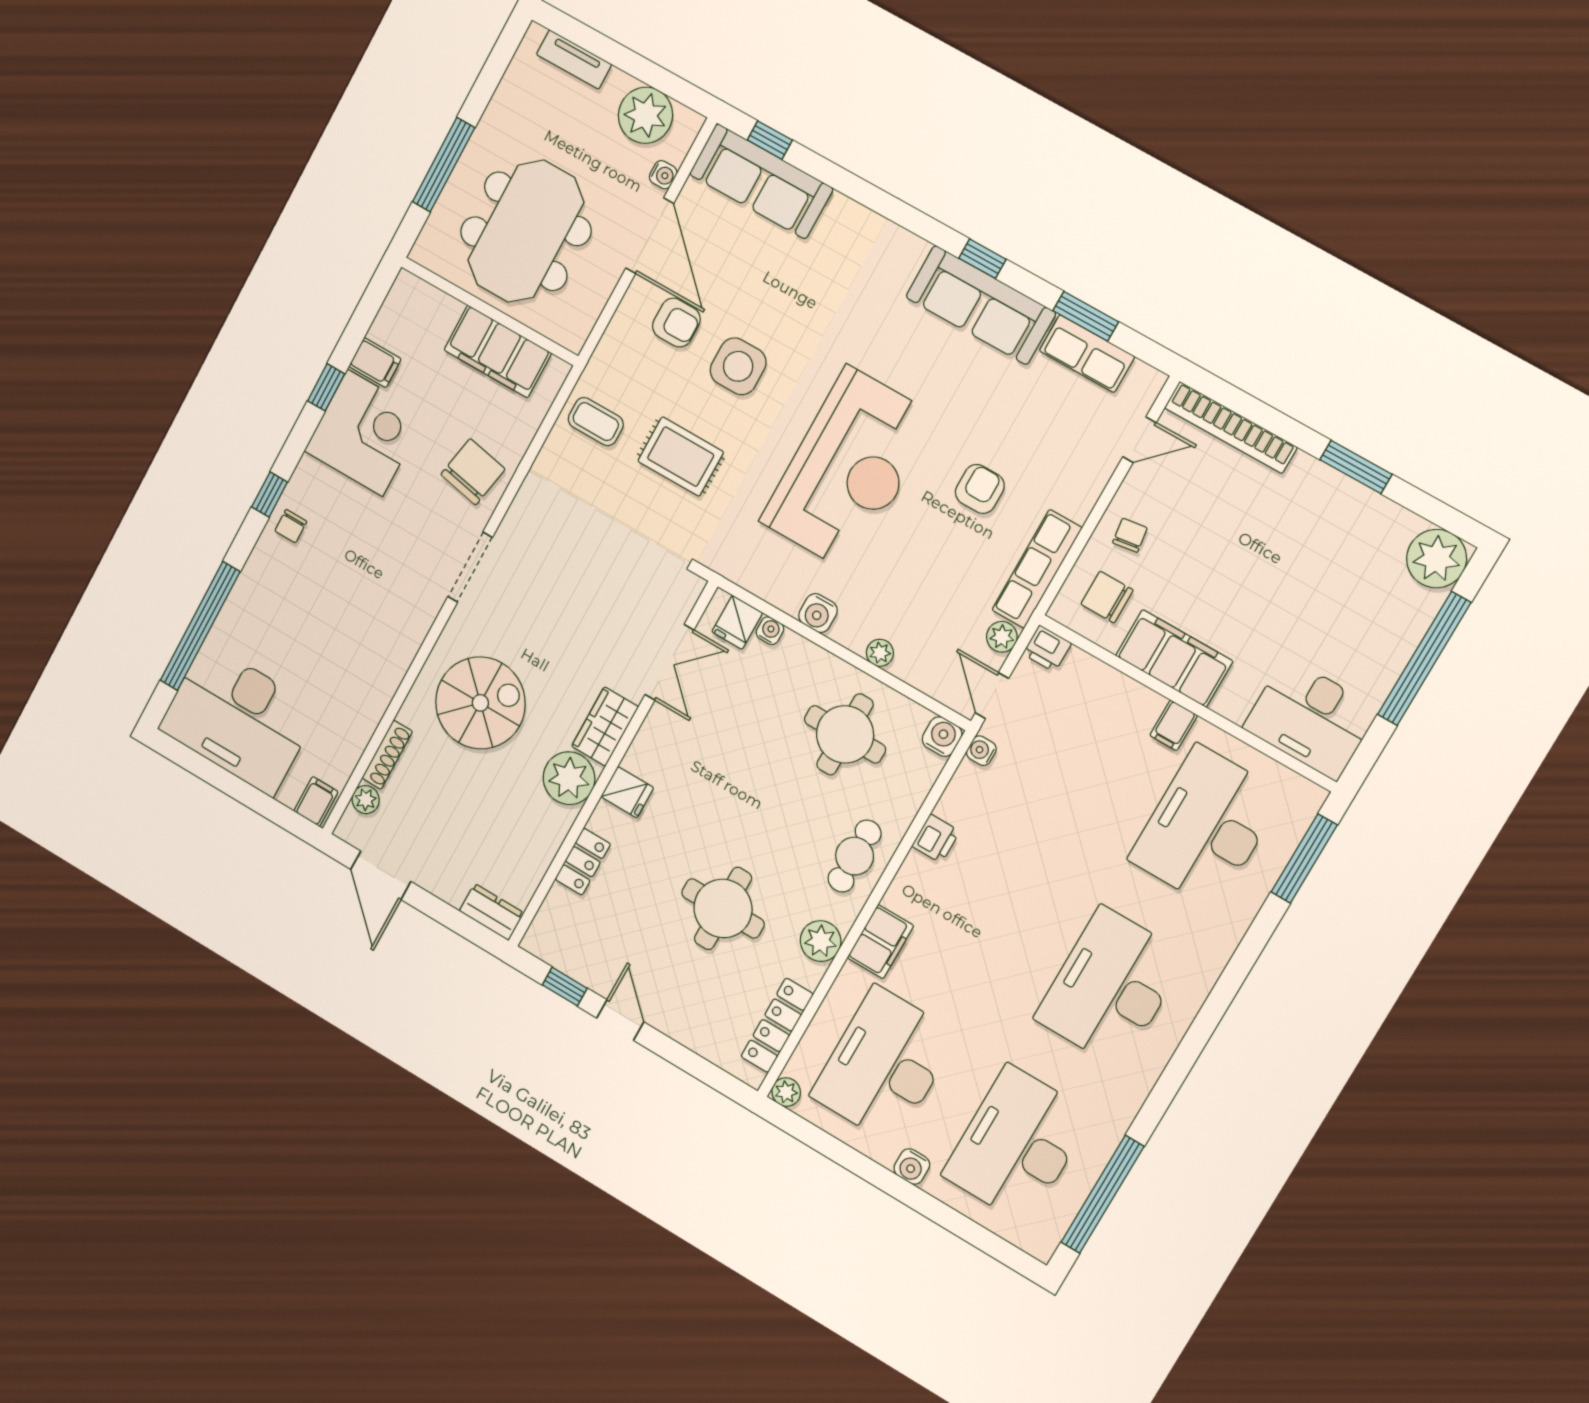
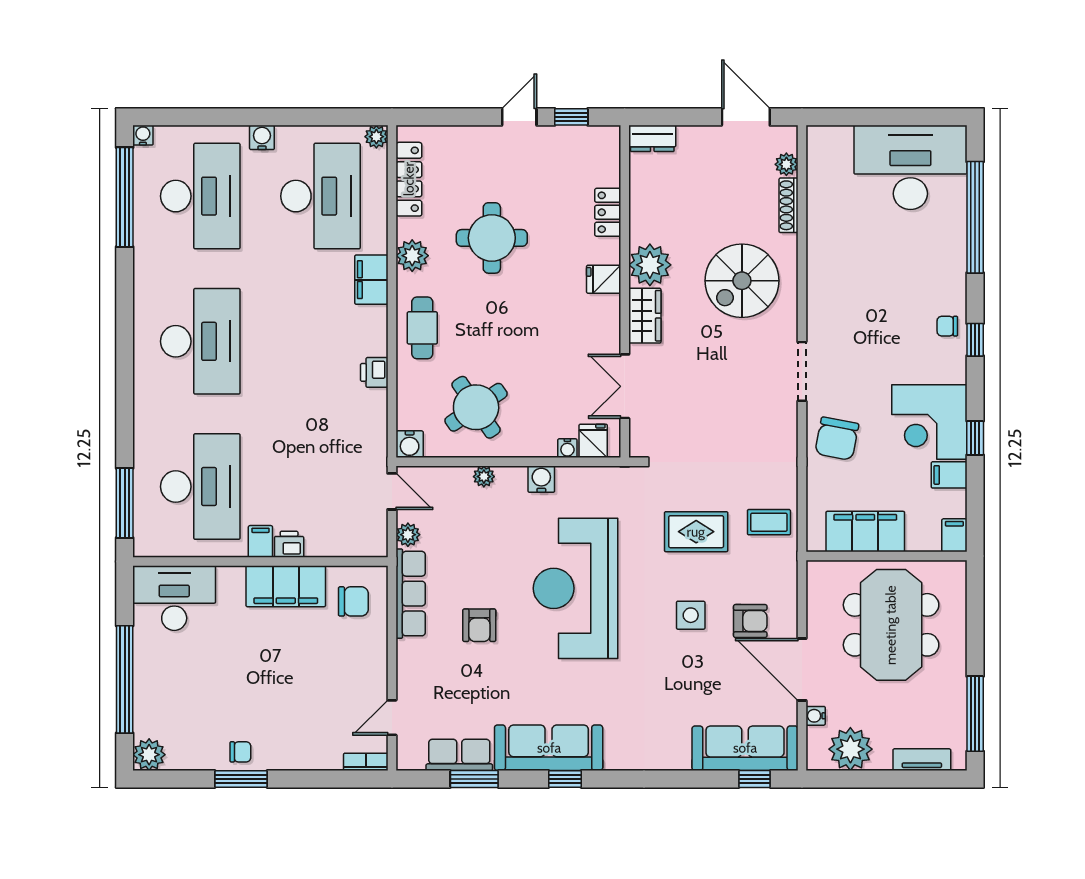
window: (444, 165) -> (975, 714), moved
armchair: (676, 323) -> (750, 621), turned 180
side table: (738, 366) -> (691, 615), width x0.73, depth x0.73
bookcase: (1231, 428) -> (366, 762), width x0.43, depth x0.76
chair: (291, 526) -> (947, 326), turned -90
chair: (1130, 535) -> (240, 752), moved, turned -82
plant: (1437, 559) -> (149, 755), width x0.73, depth x0.73
printer: (1047, 649) -> (289, 544), moved
round table: (845, 734) -> (476, 407), turned -34
water cooler: (981, 751) -> (143, 135), moved, turned -90
filing cabinet: (316, 801) -> (954, 535), moved, turned 180
door: (620, 1020) -> (519, 117), swing flipped

